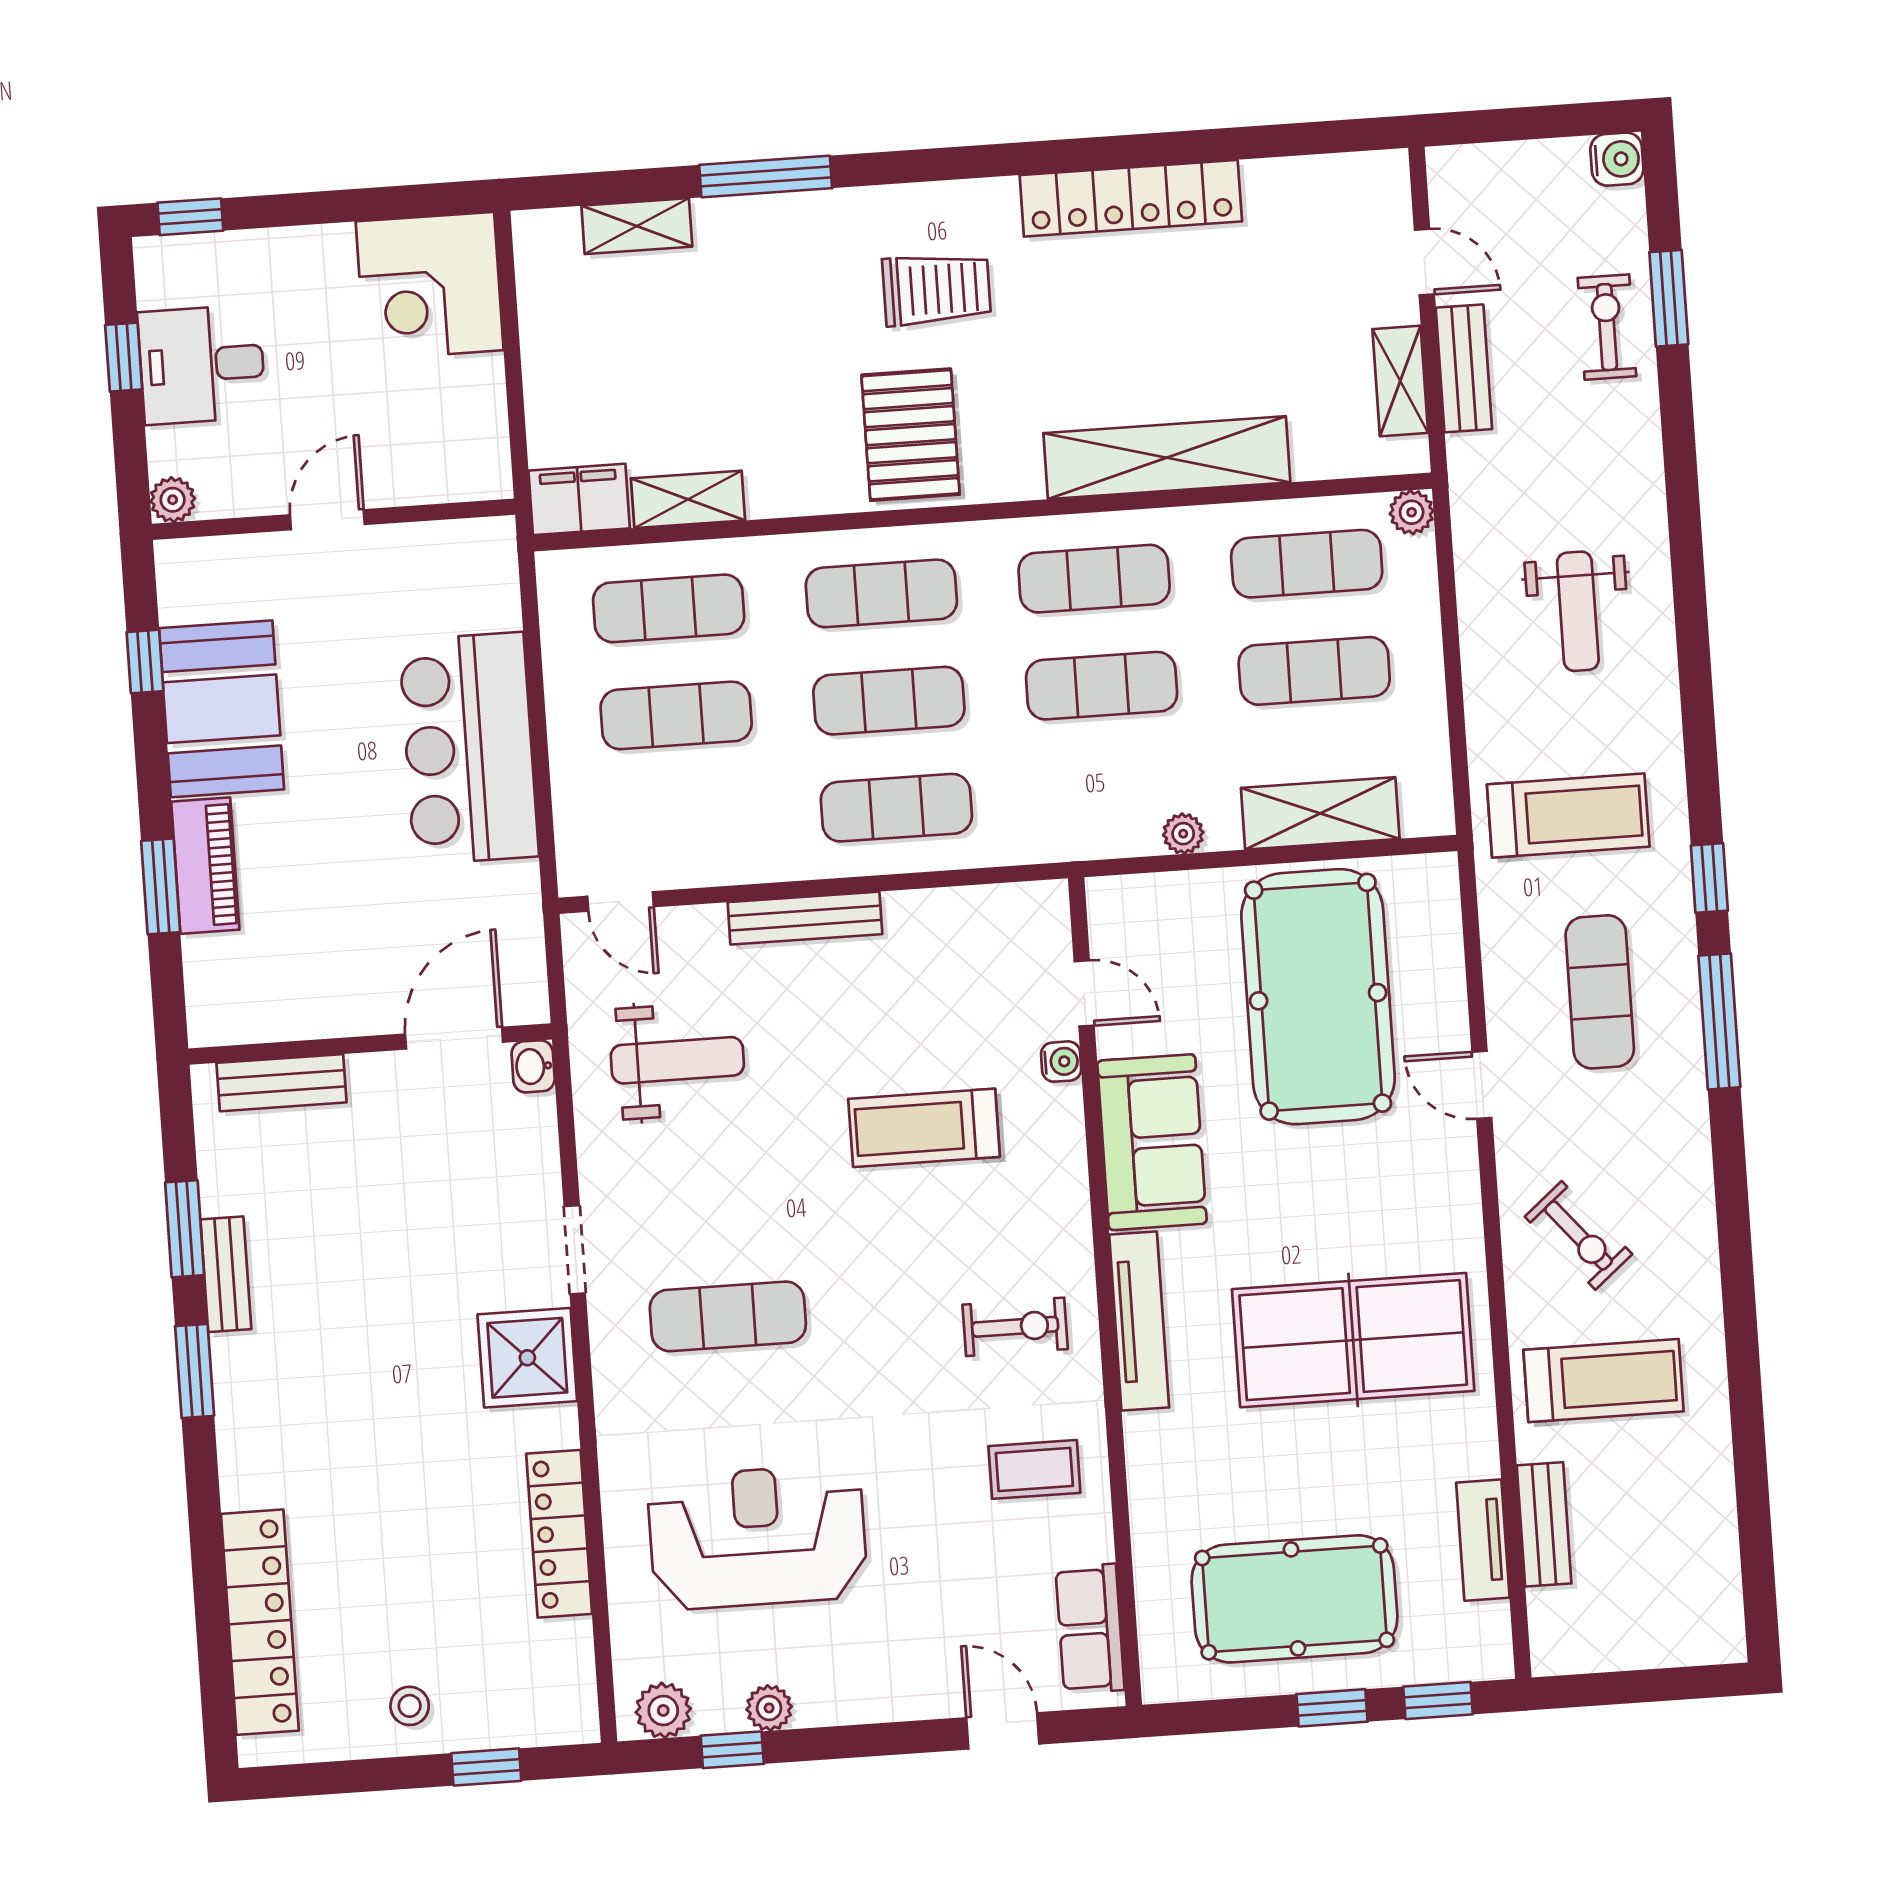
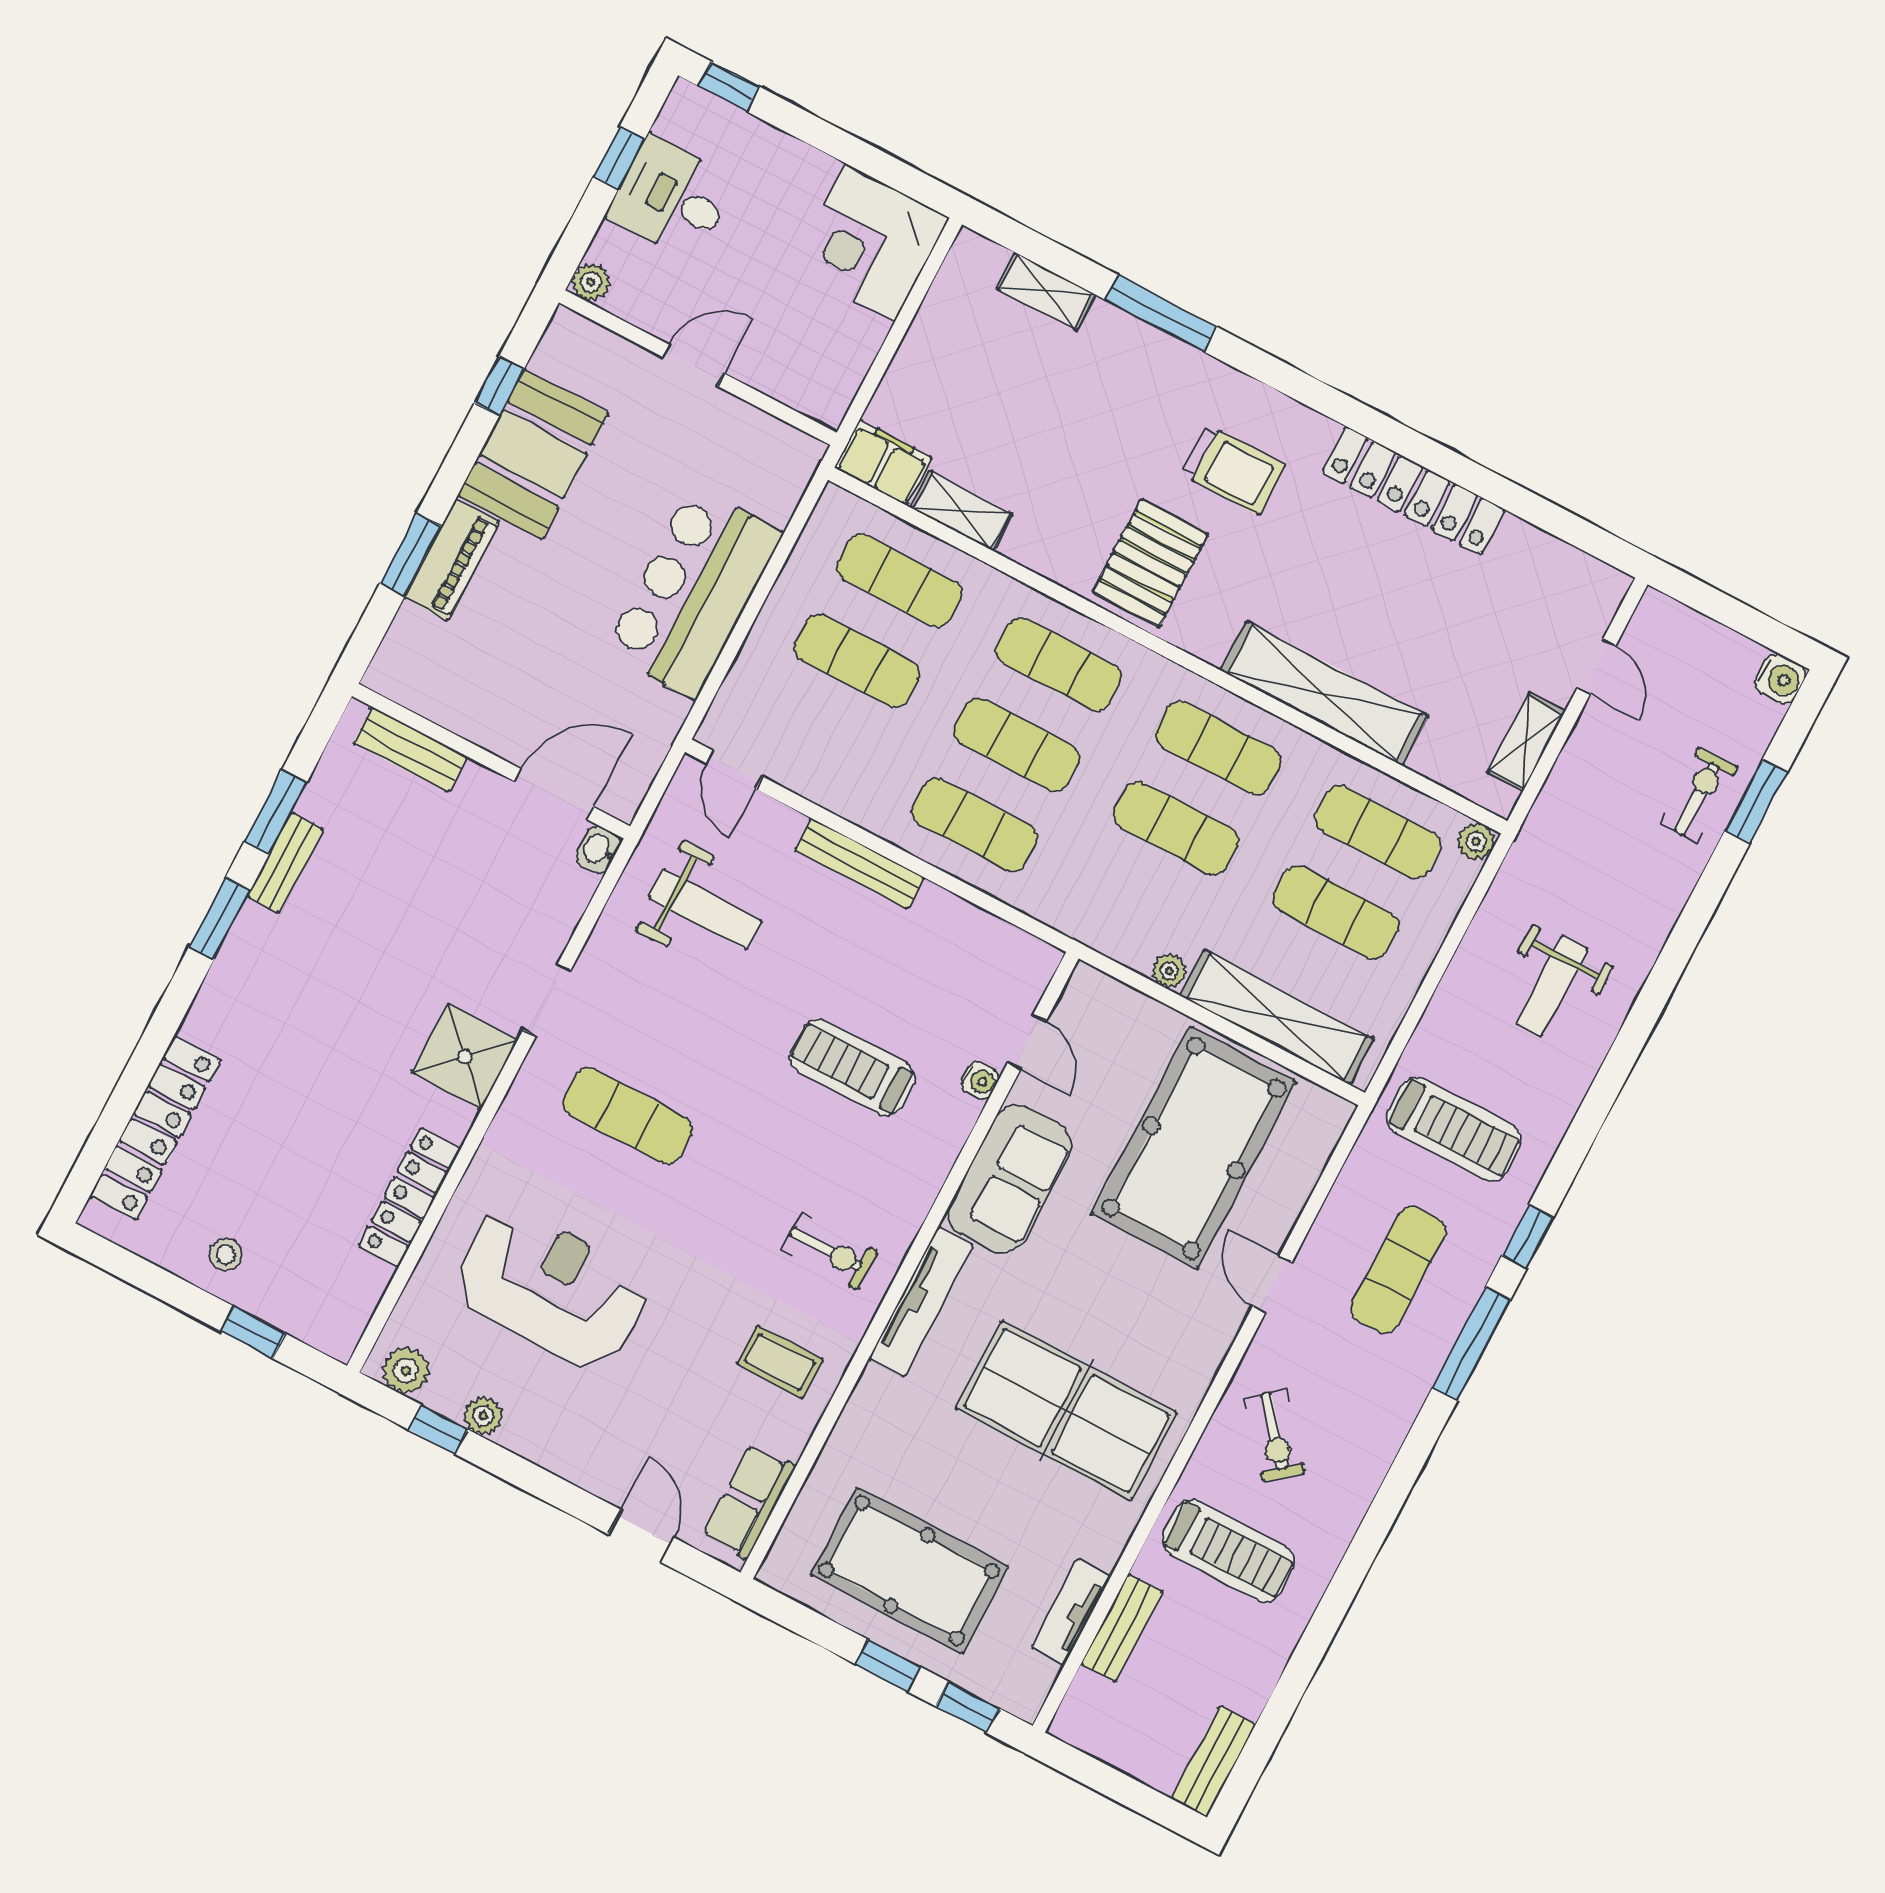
bench: (1464, 368) -> (1214, 1761), moved
shelving: (1320, 813) -> (1277, 1017), width x1.47

